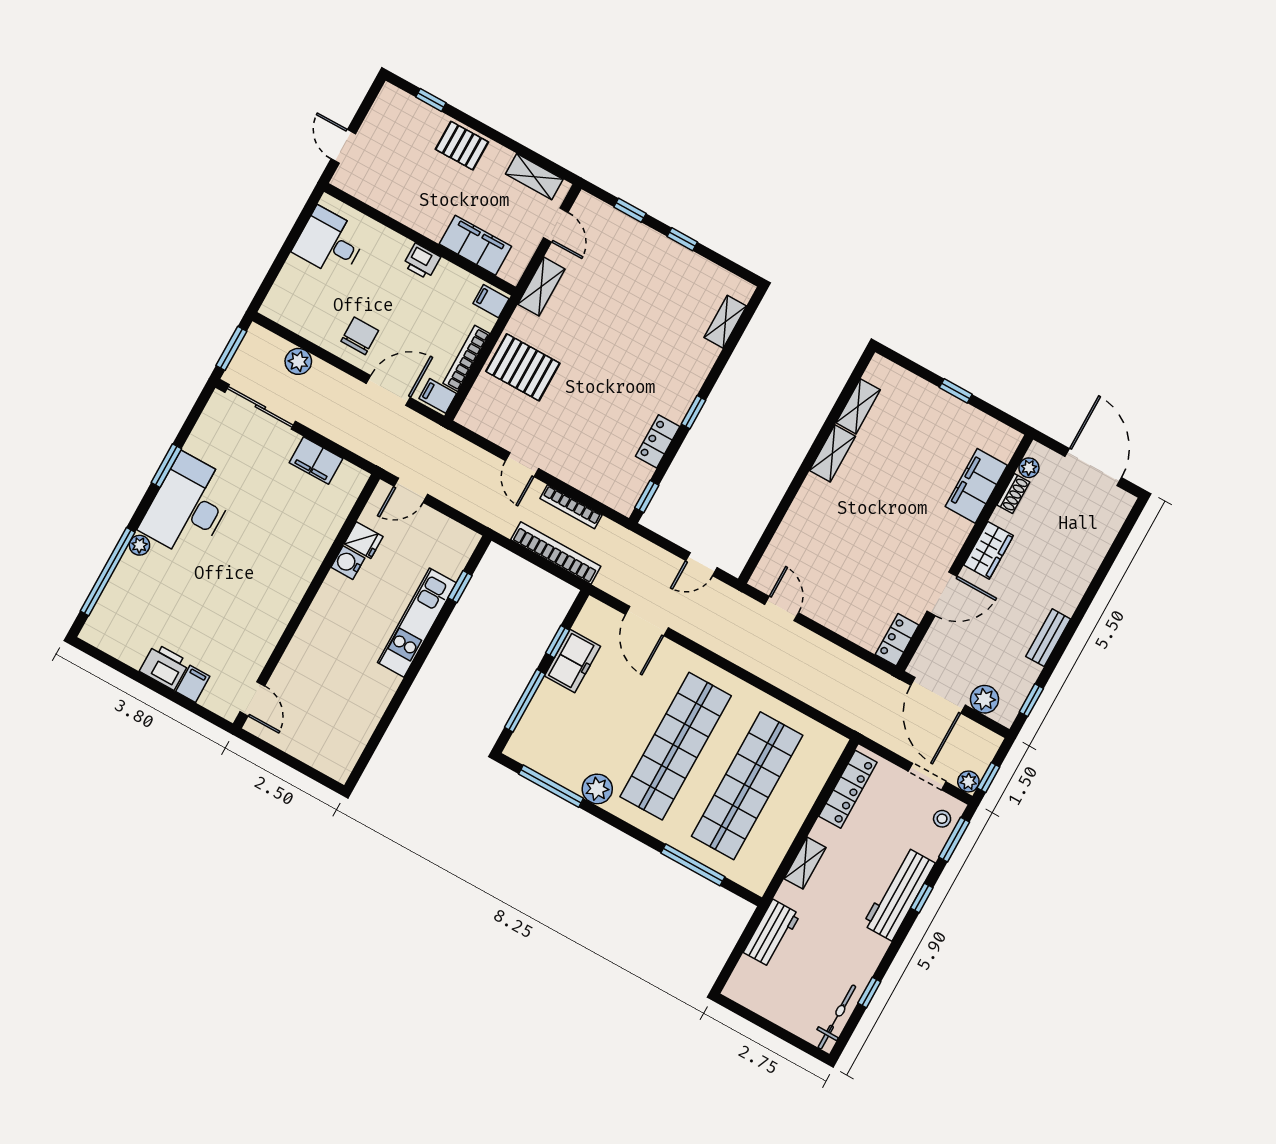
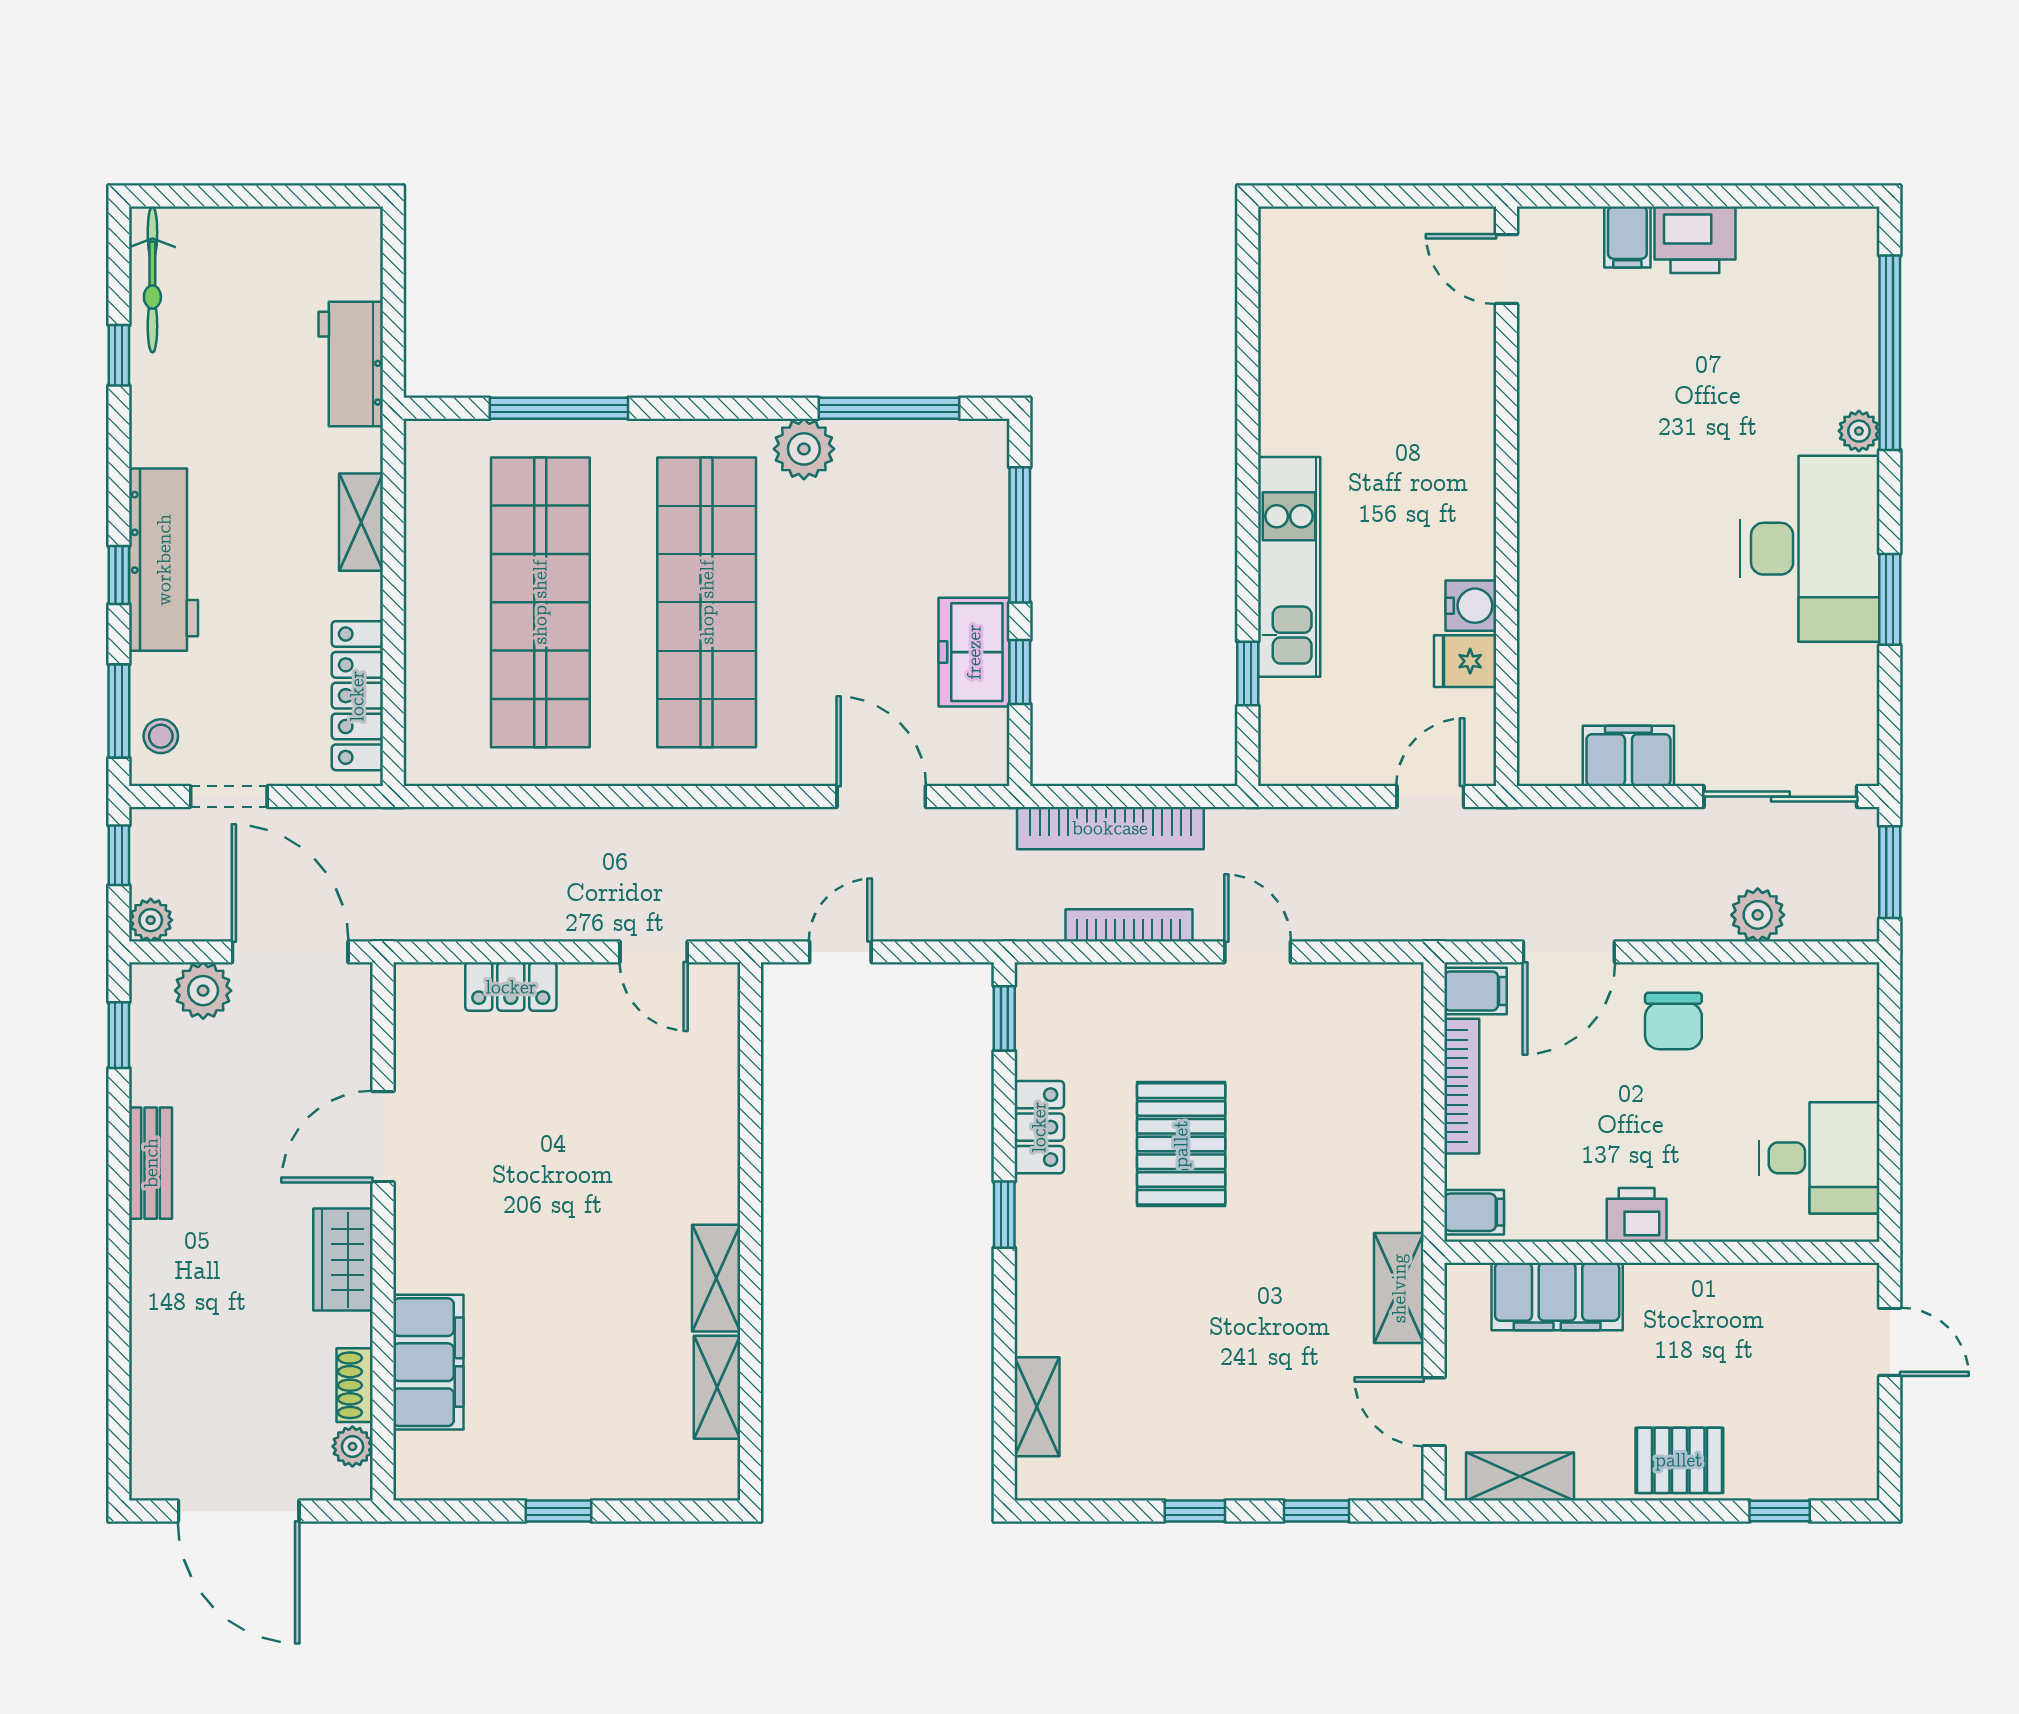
pallet: (523, 367) -> (1181, 1144), moved, turned 90
locker: (897, 640) -> (511, 987), moved, turned 90
plant: (968, 782) -> (151, 920), moved

